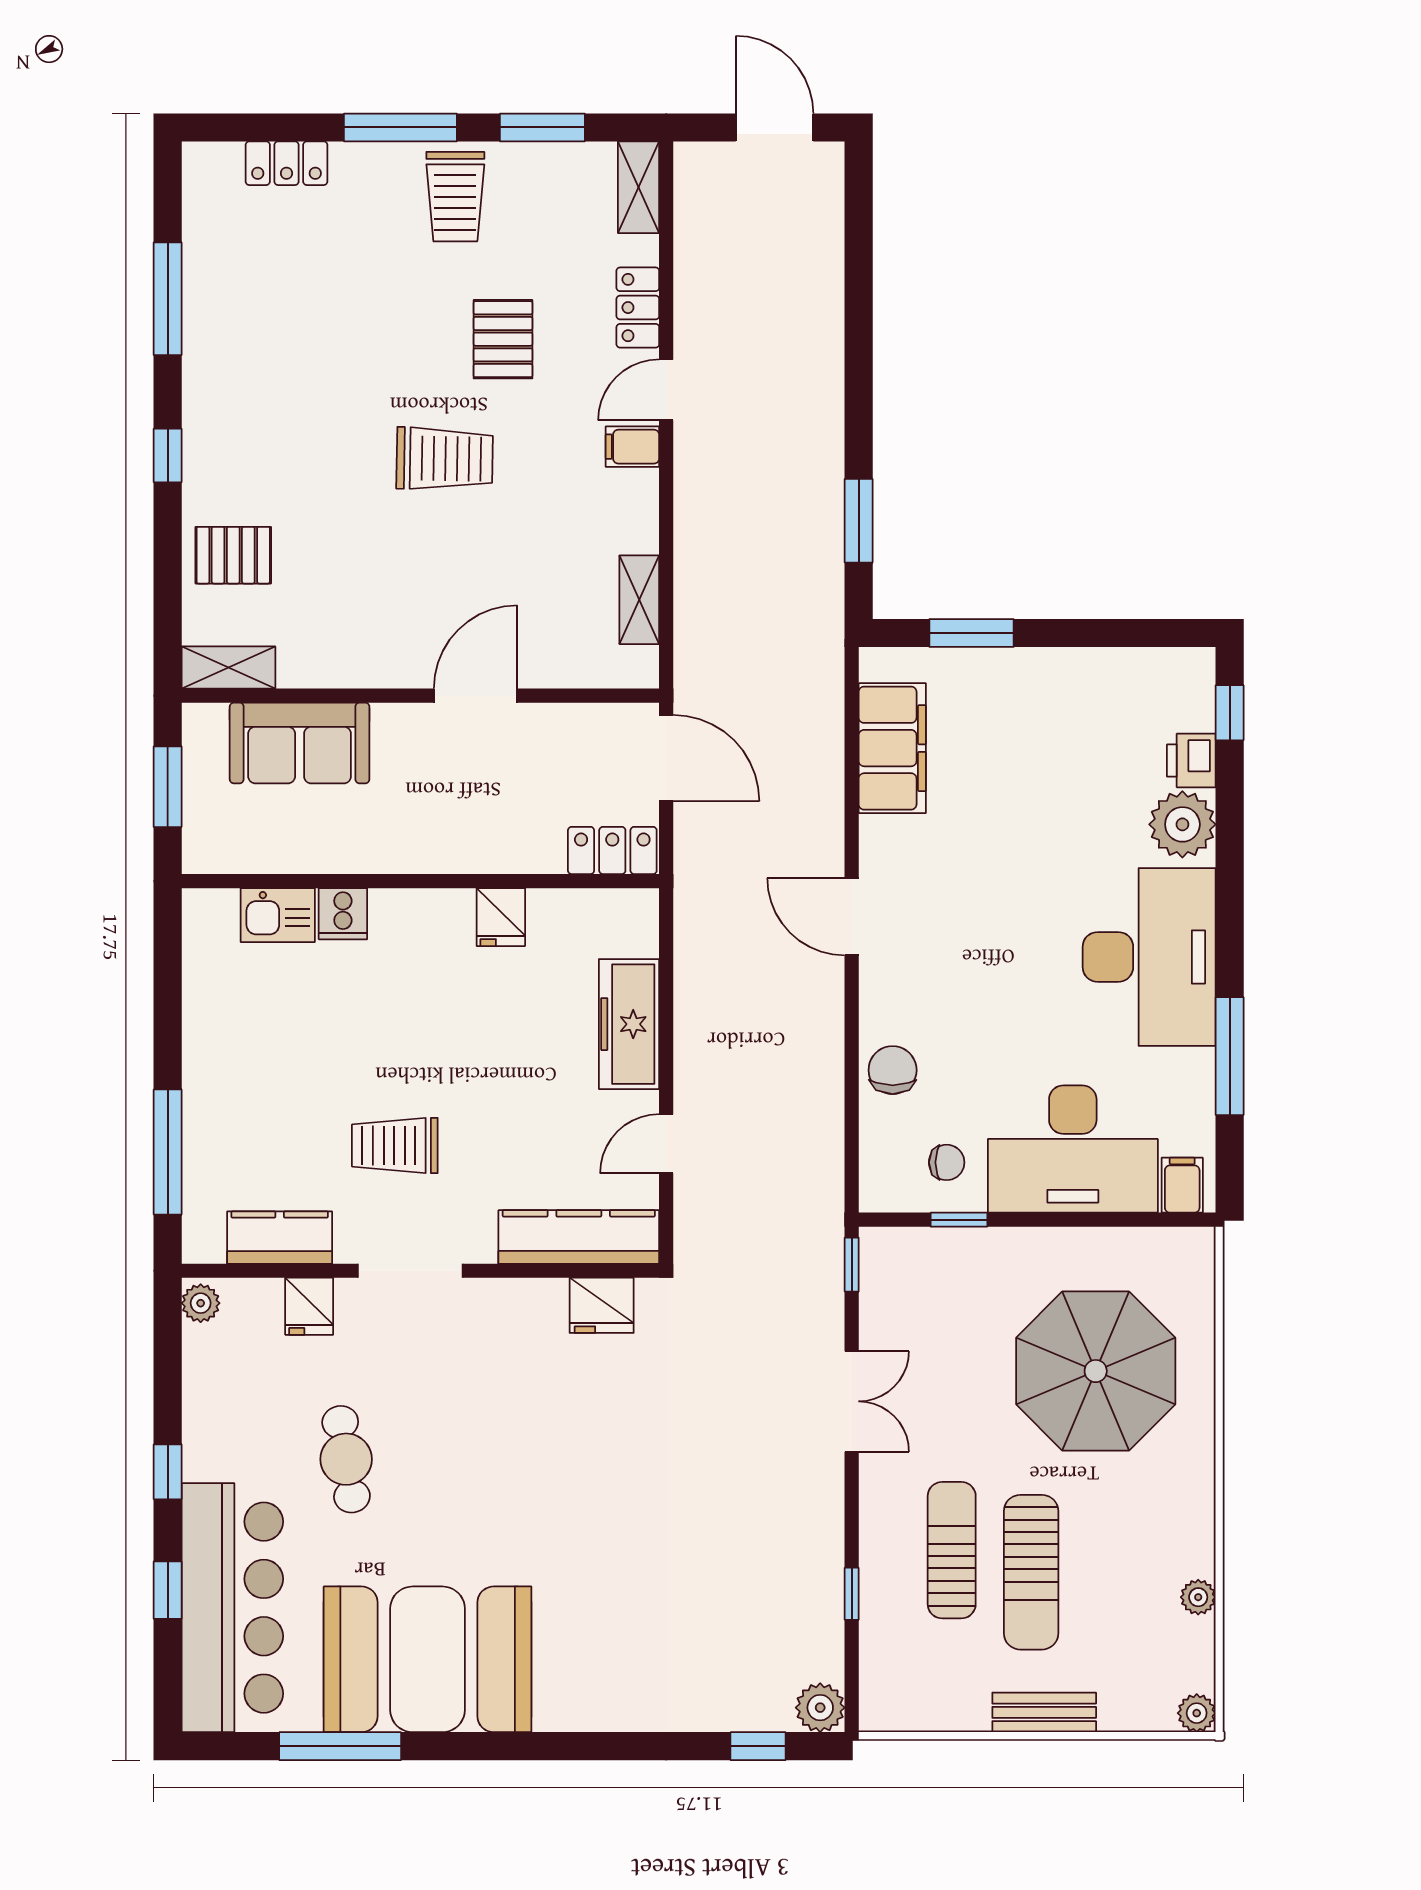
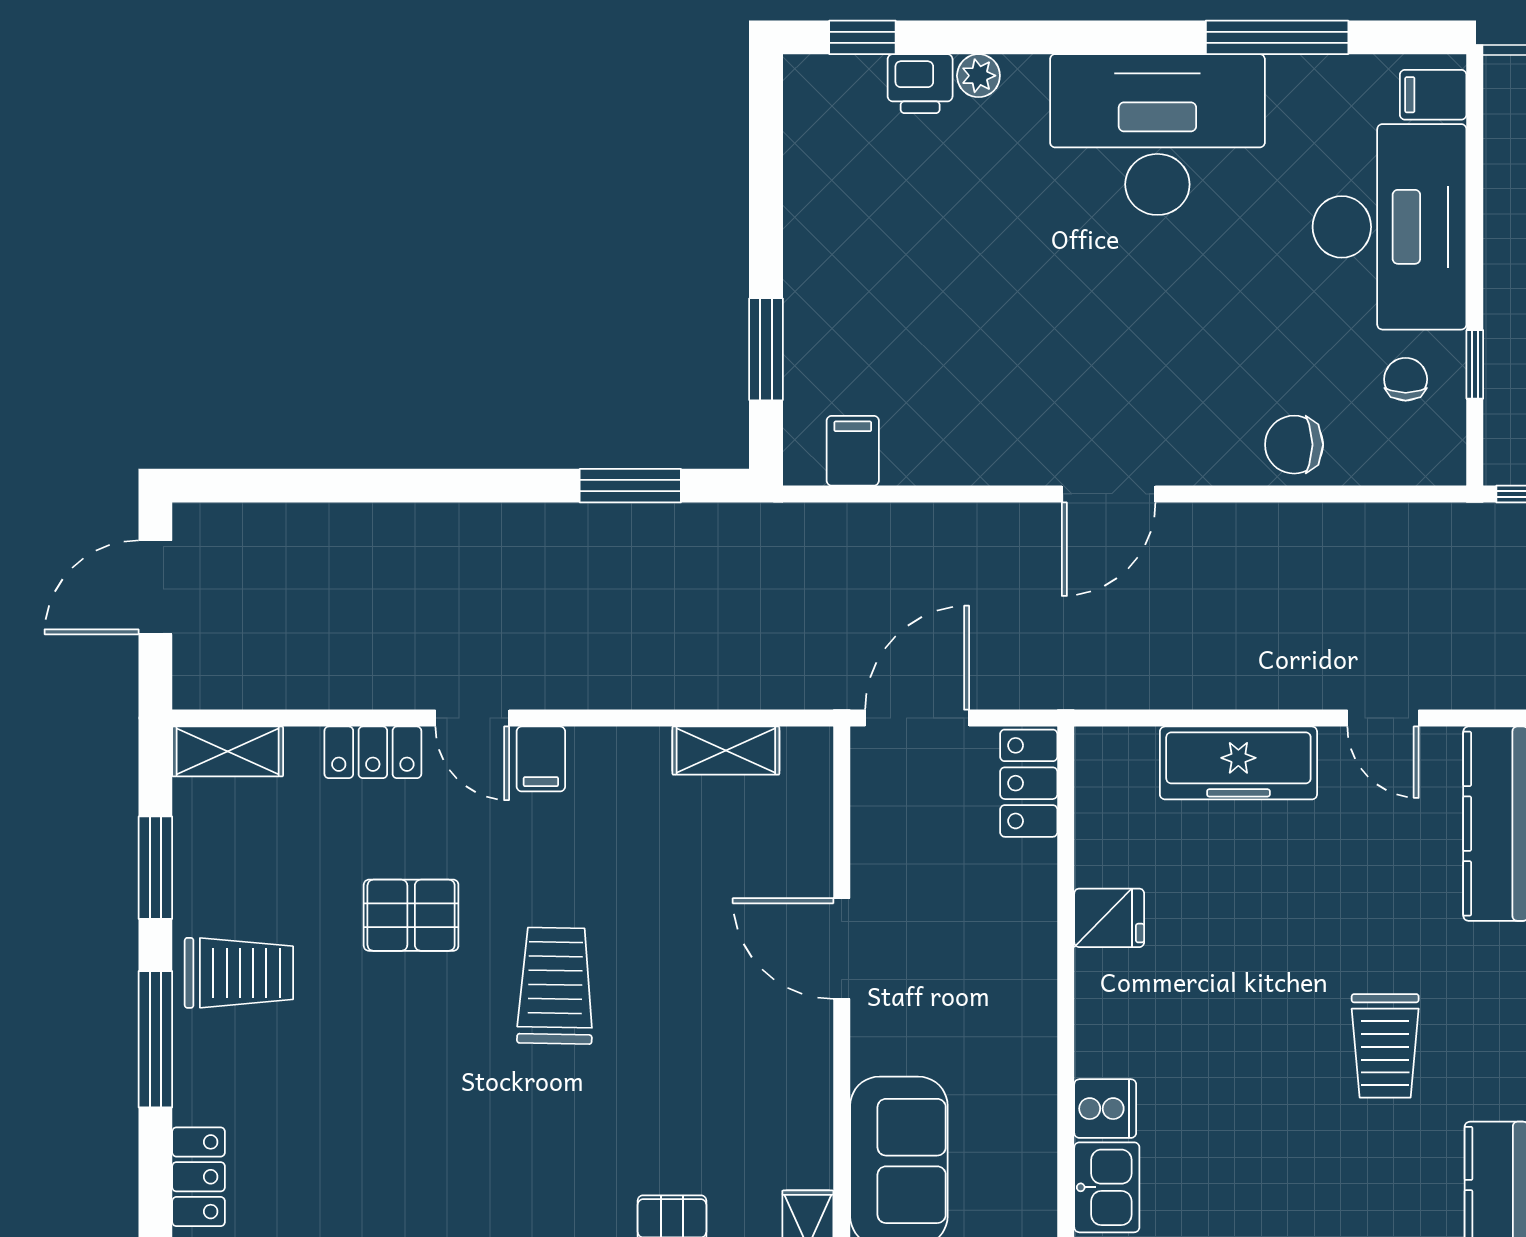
filing cabinet: (892, 748) -> (853, 451), width x0.33, depth x0.86
plant: (1182, 824) -> (978, 76), width x0.53, depth x0.53

